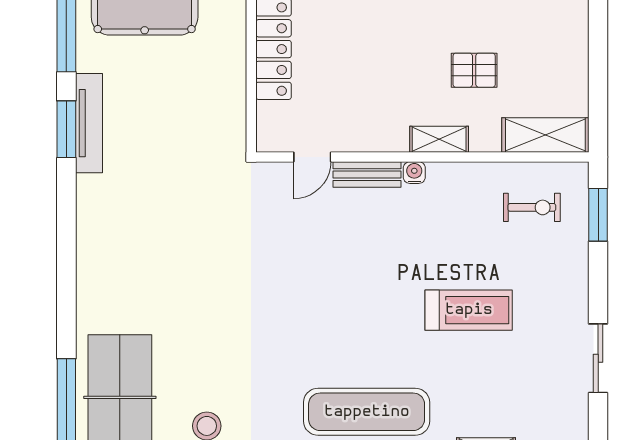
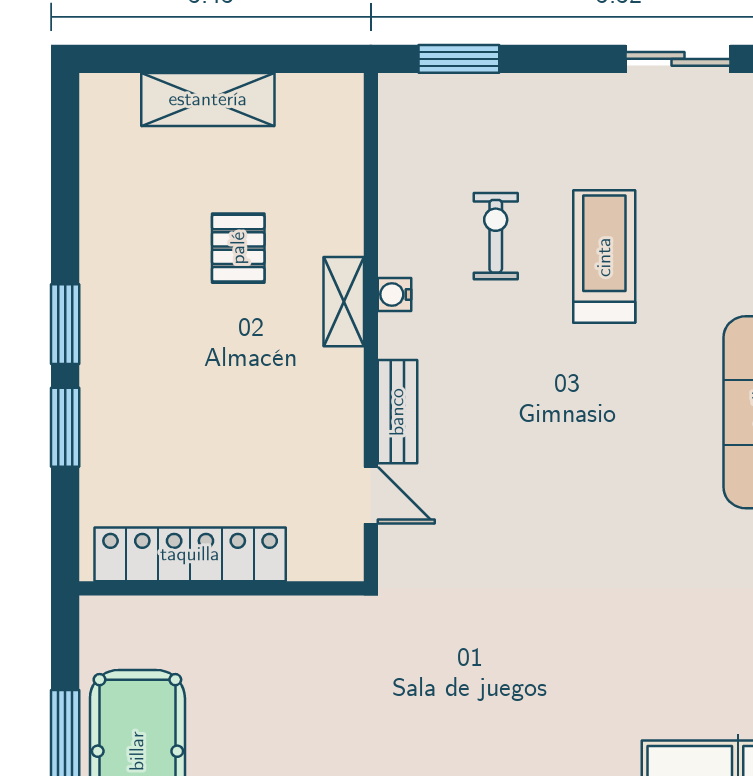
shelving: (545, 135) -> (208, 99), moved, turned 90
water cooler: (414, 173) -> (394, 294), moved
exercise bike: (532, 207) -> (496, 236), moved

